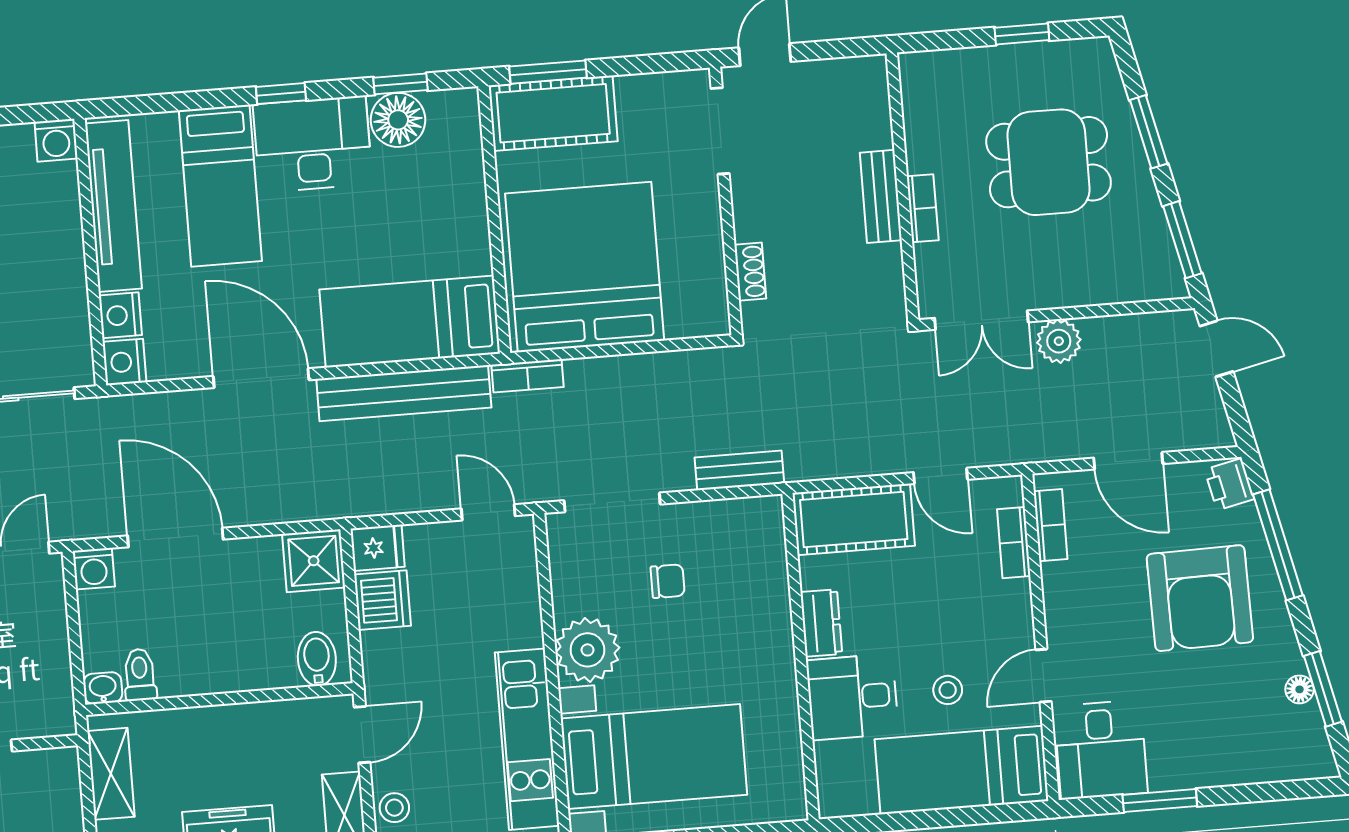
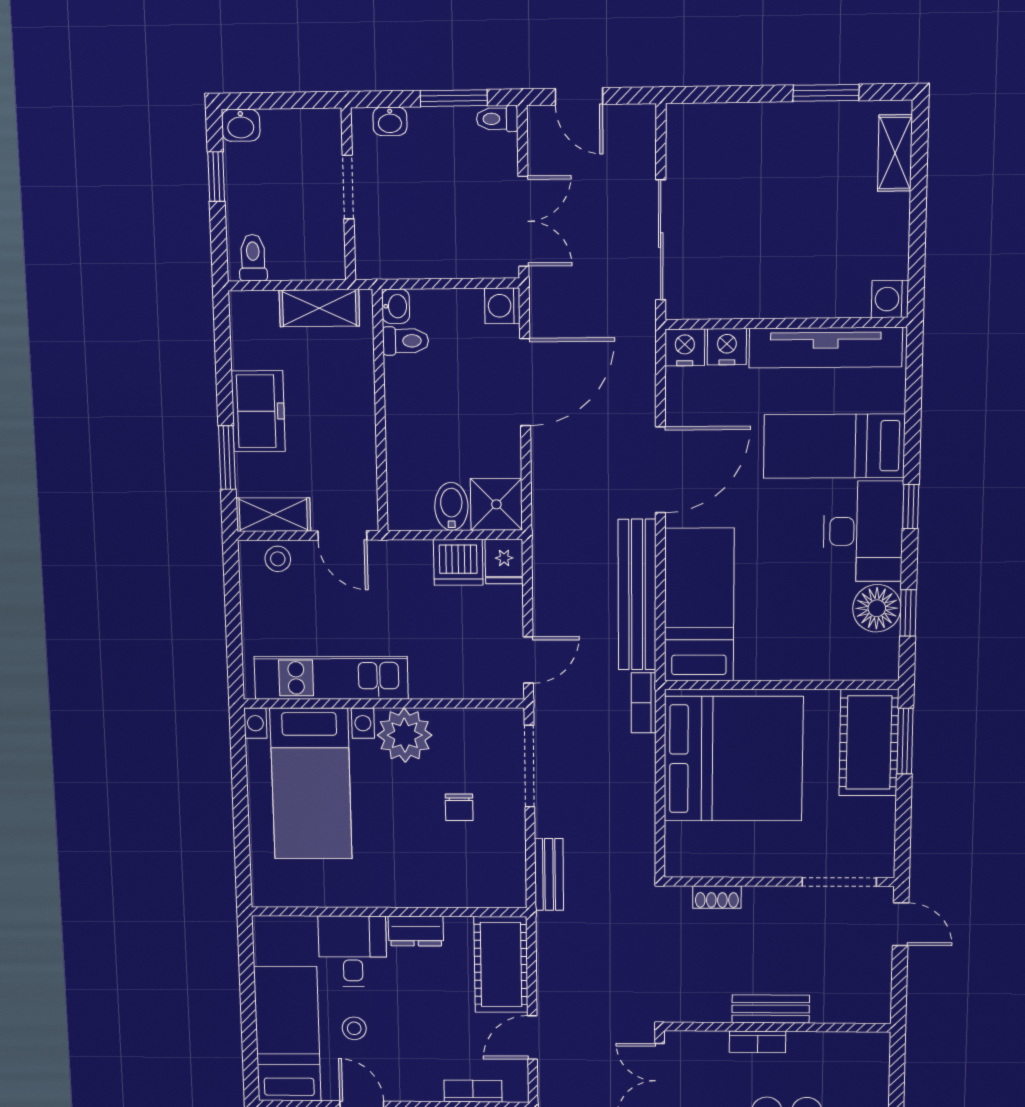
bidet: (317, 659) -> (451, 506), moved, turned -90

